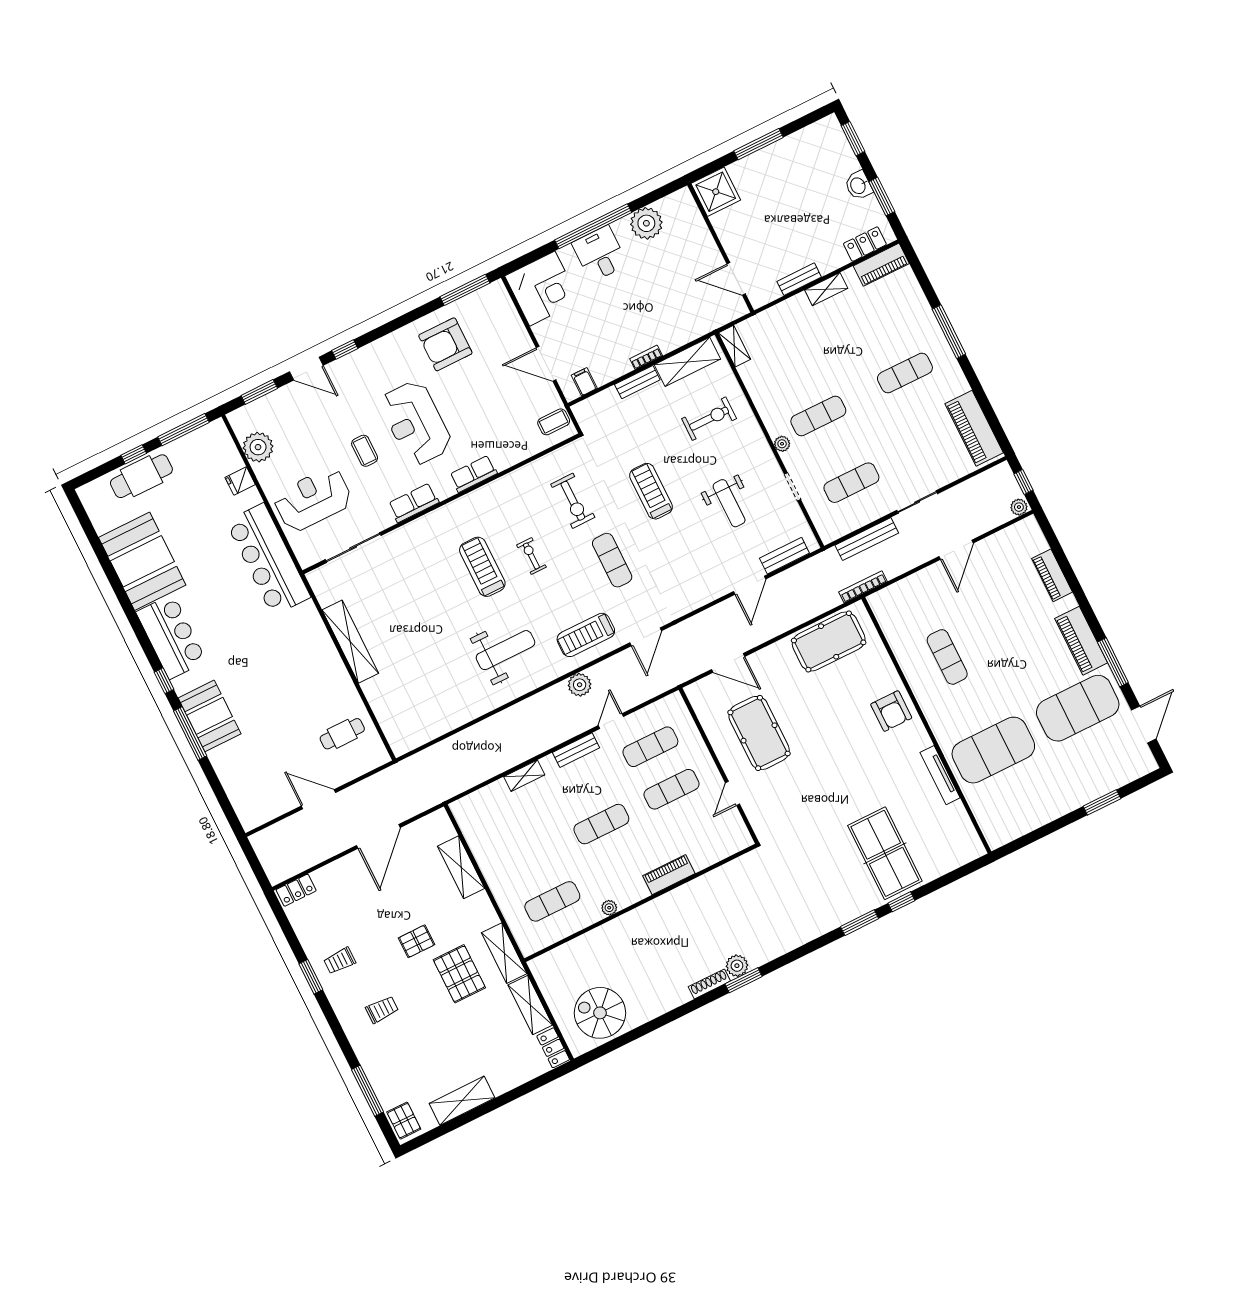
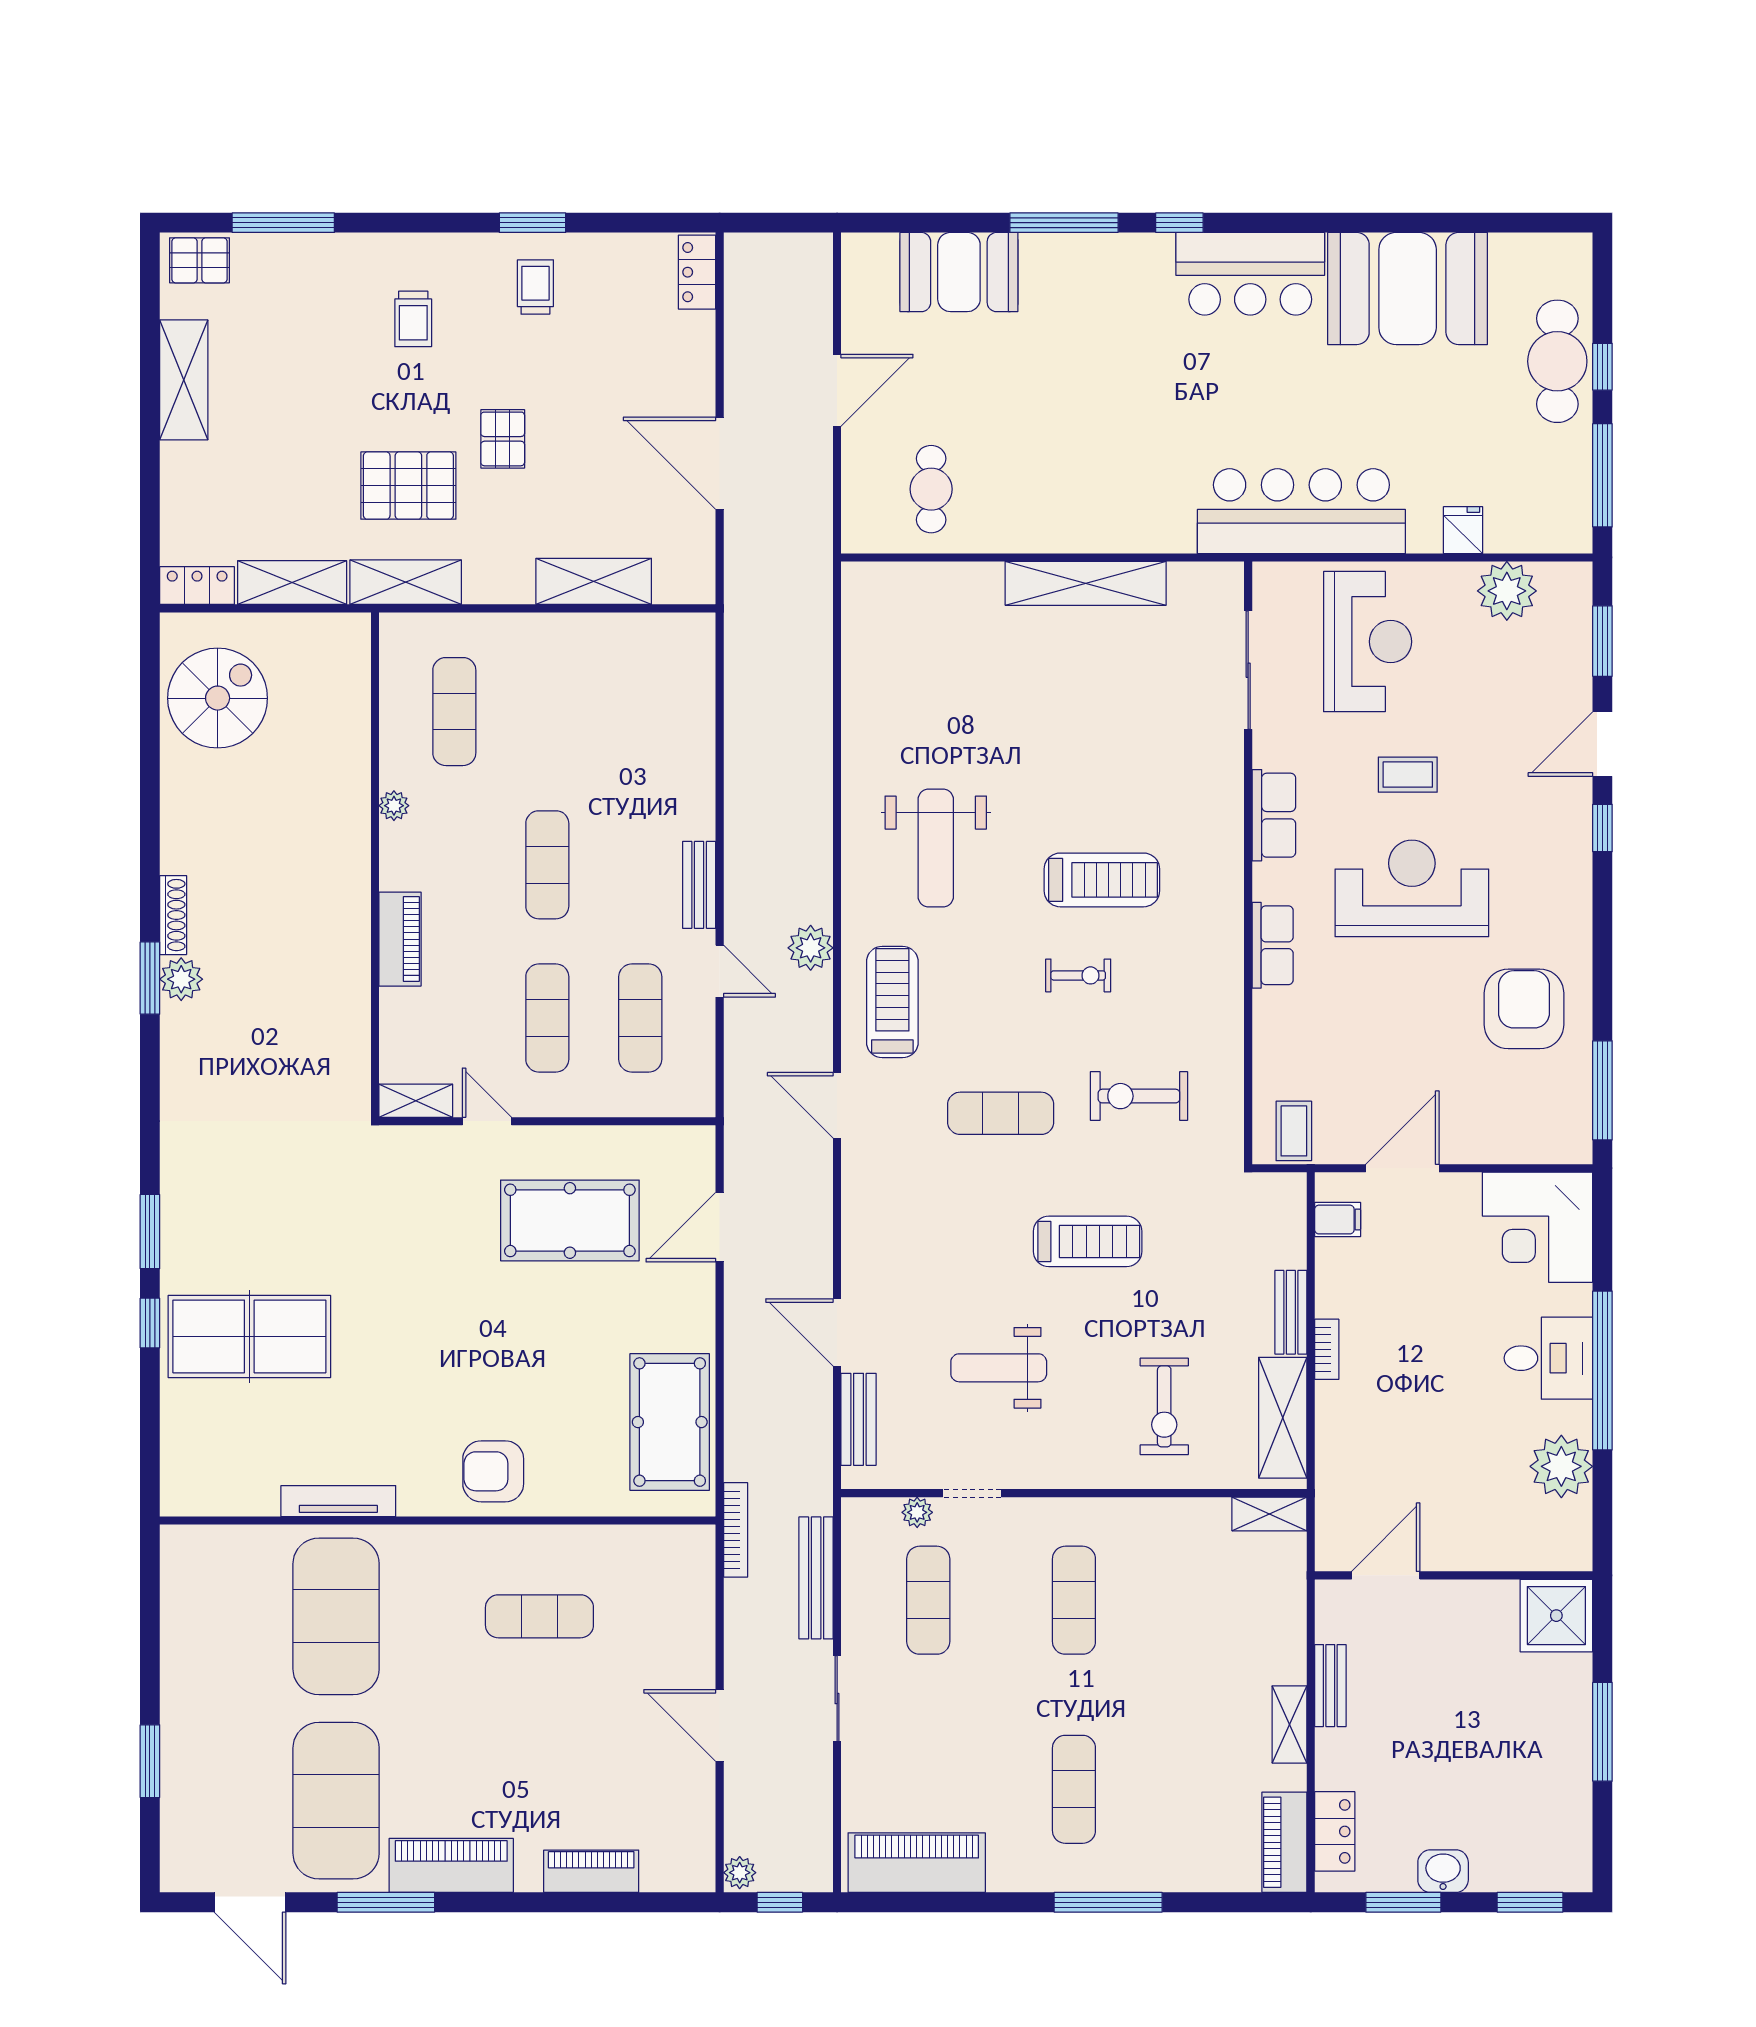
plant: (782, 444) -> (917, 1512), moved
booth: (210, 716) -> (959, 272), moved
shelving: (524, 776) -> (416, 1101), moved, turned 90

